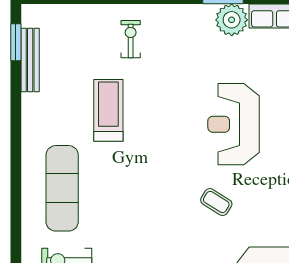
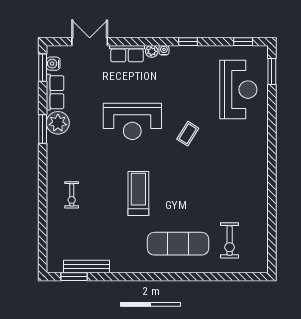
exercise bike: (131, 39) -> (72, 195), turned -90
treadmill: (108, 110) -> (138, 194), moved, turned 90

